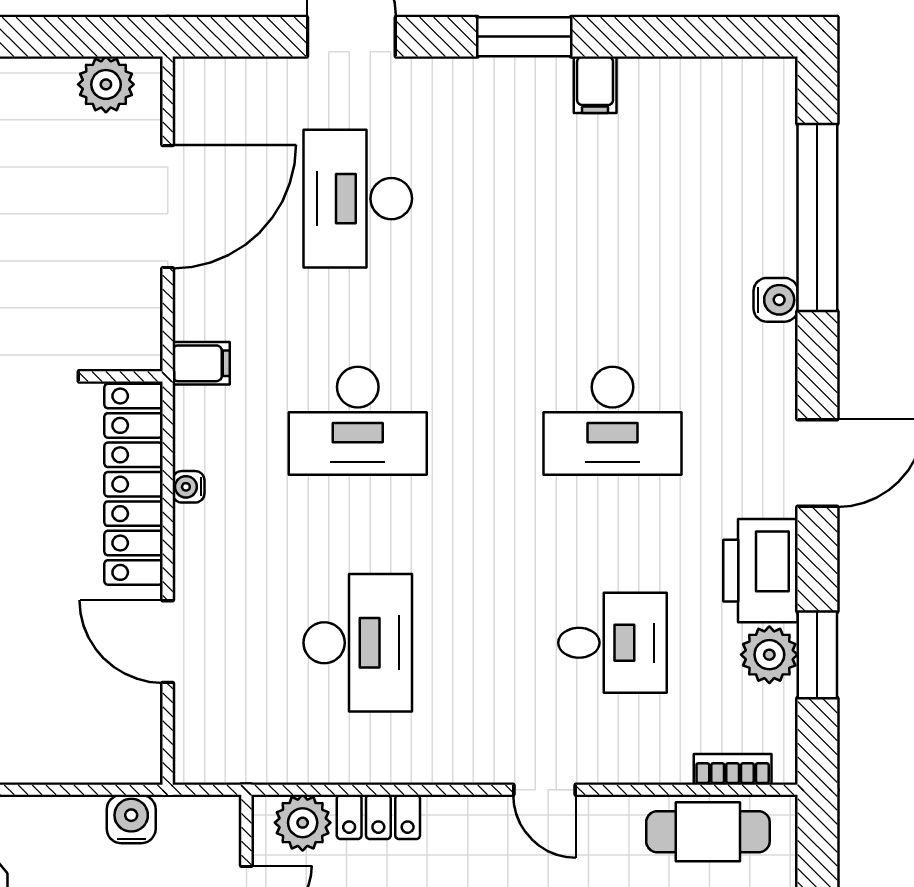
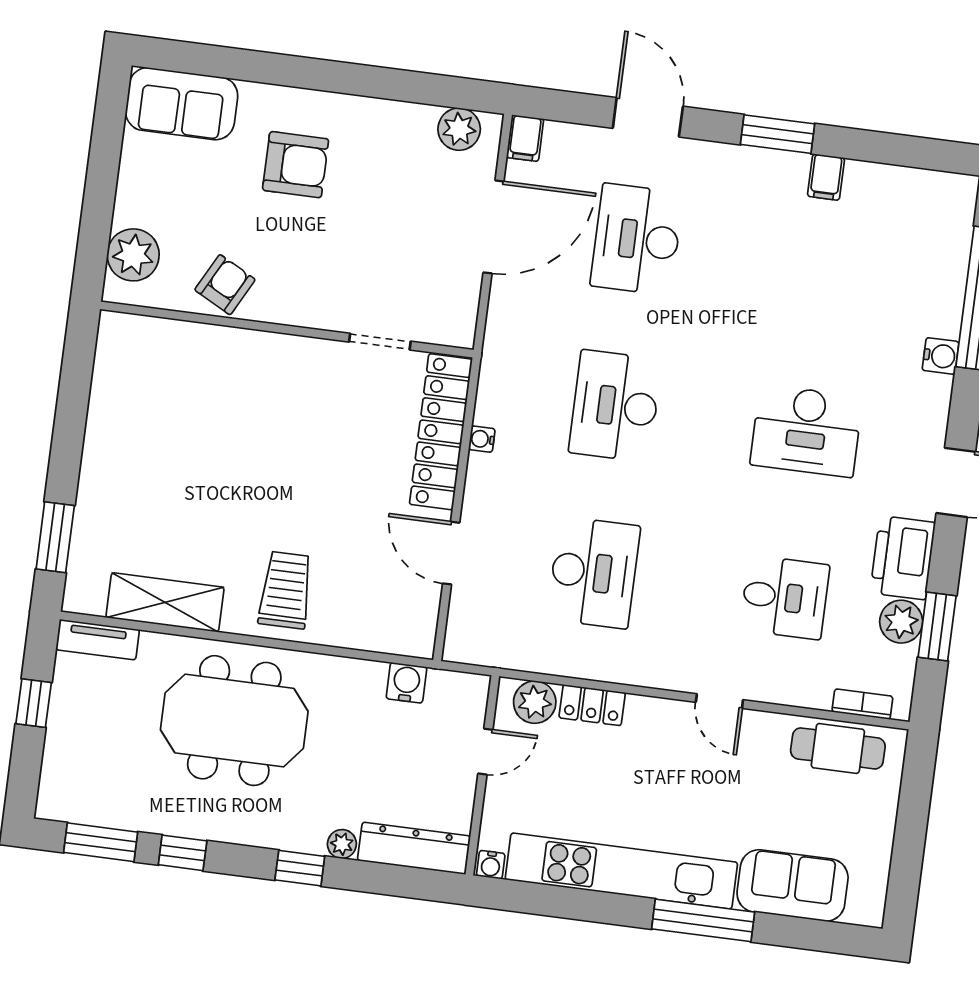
filing cabinet: (201, 363) -> (525, 138), moved, turned 90
desk: (358, 421) -> (615, 406), turned 90

